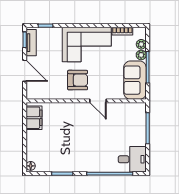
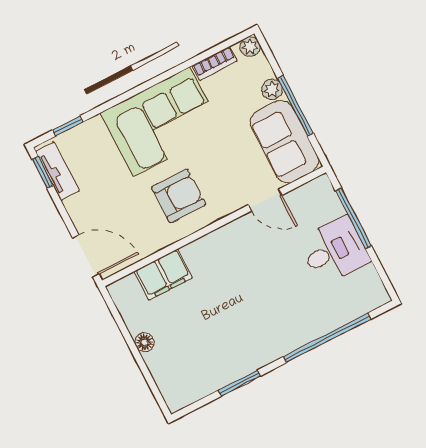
plant: (141, 44) -> (250, 47), moved
door: (25, 71) -> (86, 256), moved
door: (98, 101) -> (265, 200), moved
filing cabinet: (34, 118) -> (163, 274), moved, turned 90
desk: (132, 159) -> (334, 251), moved
floor lamp: (31, 166) -> (144, 342), moved

